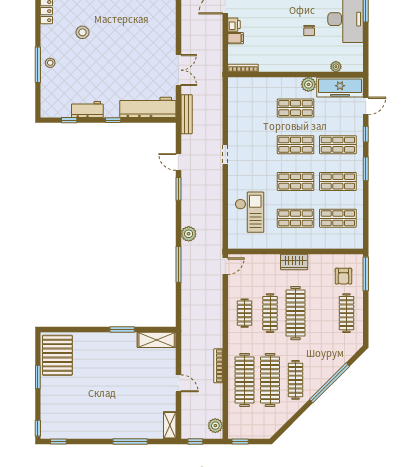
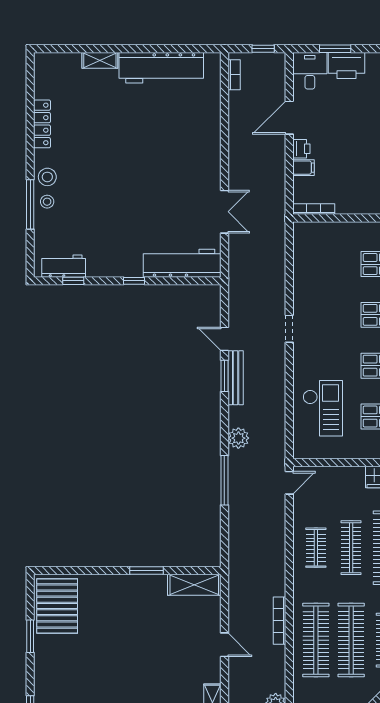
stool: (82, 32) -> (47, 177), moved
workbench: (87, 109) -> (64, 266), moved
bench: (187, 114) -> (236, 378), moved

